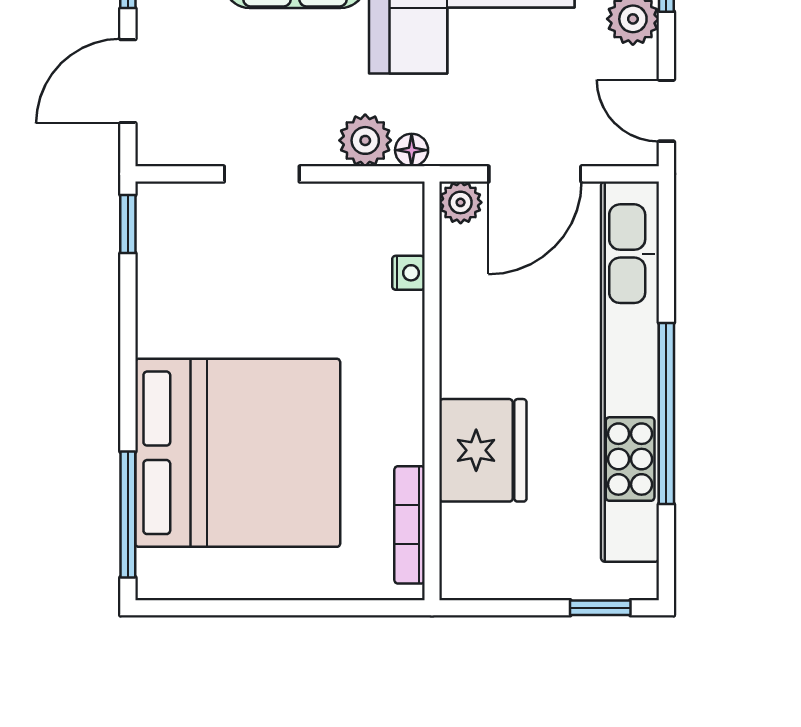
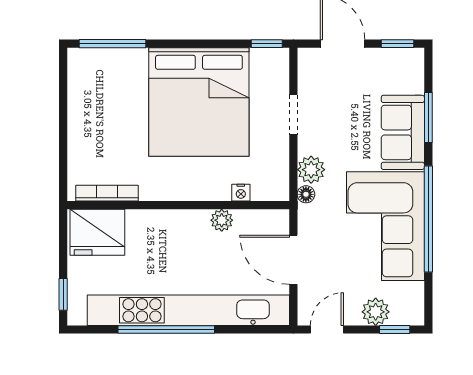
plant: (461, 202) -> (222, 220), moved
fridge: (483, 450) -> (97, 232), moved
bed: (238, 453) -> (199, 102), moved

